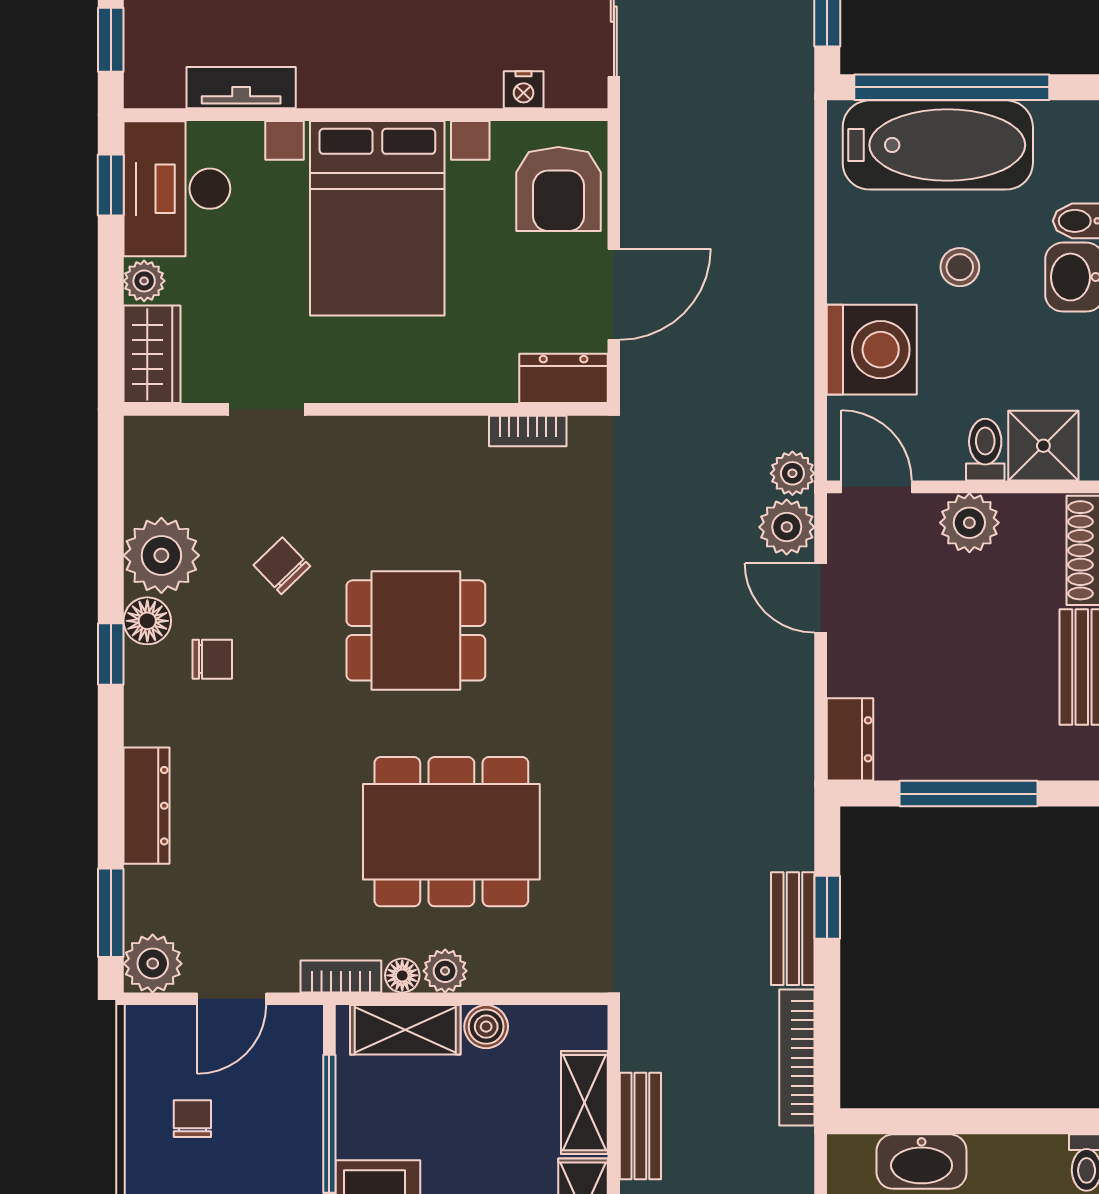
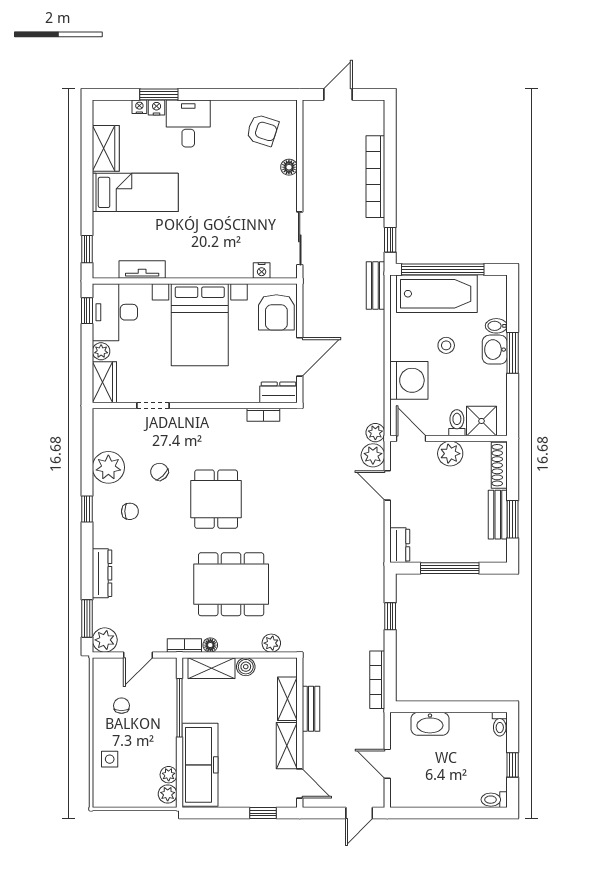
floor lamp: (147, 621) -> (102, 495), removed
dining table: (416, 630) -> (216, 499), turned 90
bench: (793, 929) -> (376, 285), moved
plant: (445, 971) -> (271, 643), moved

